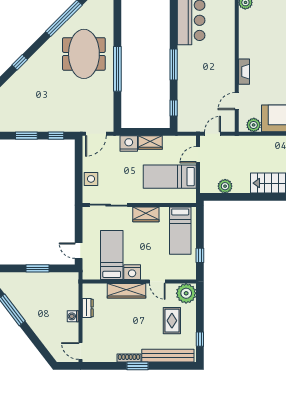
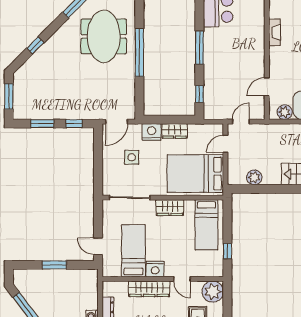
fireplace: (244, 72) -> (275, 32), moved
bed: (170, 177) -> (195, 174), width x1.50
side table: (91, 179) -> (132, 157), moved

